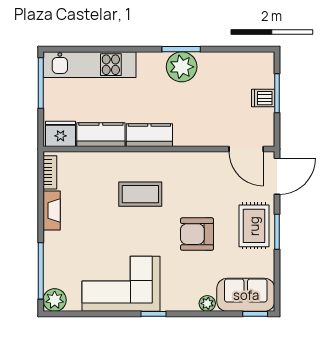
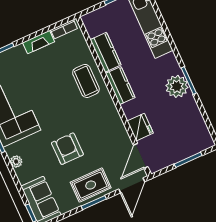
dishwasher: (263, 98) -> (181, 152), removed
fridge: (61, 134) -> (140, 127), moved
door: (277, 176) -> (132, 185), hinge flipped
coffee table: (140, 194) -> (86, 81), moved
plant: (207, 303) -> (16, 162), moved

